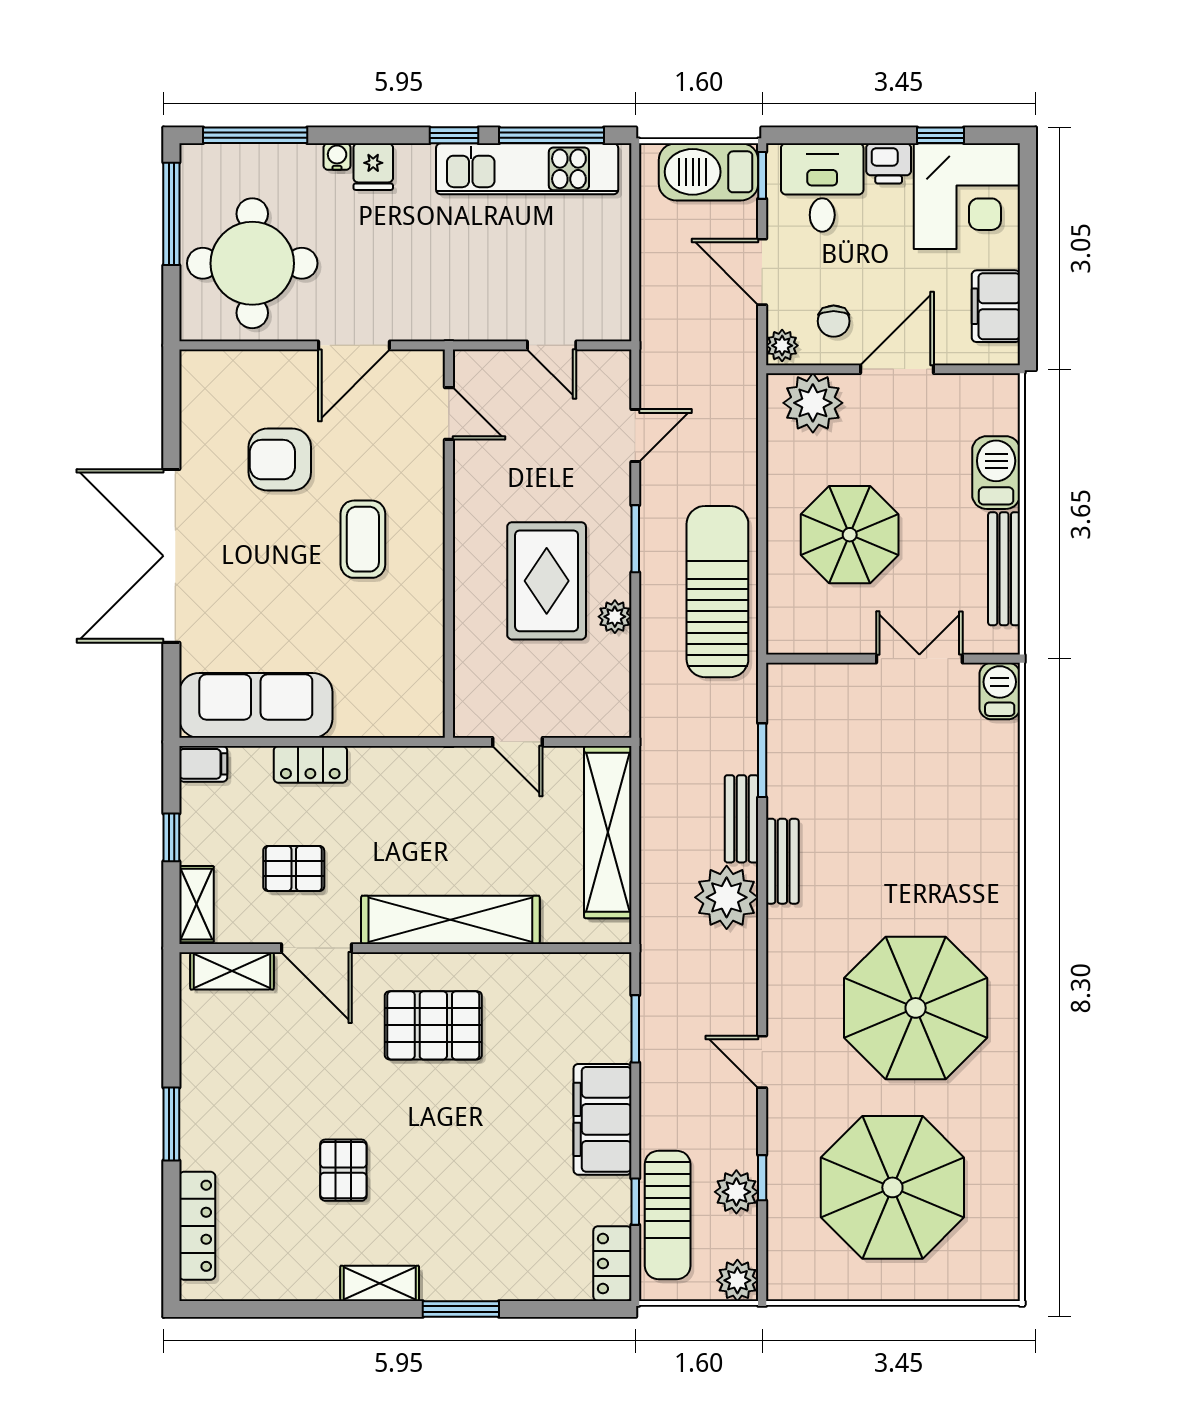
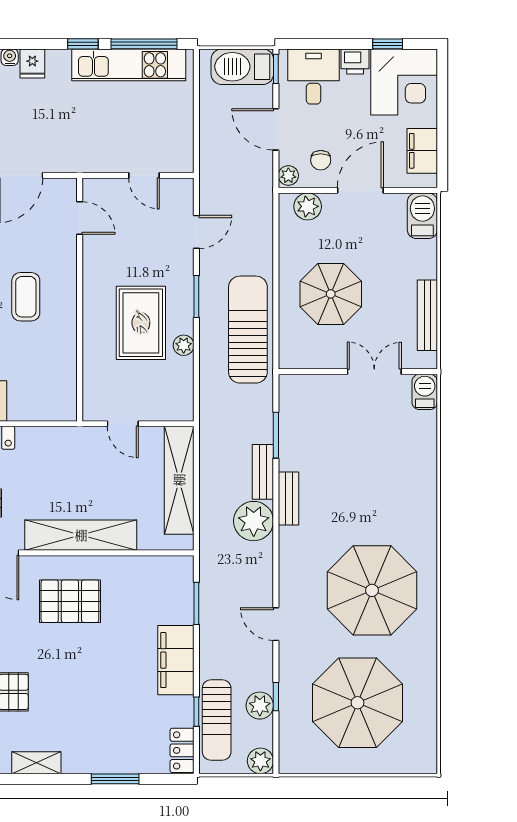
plant: (813, 403) -> (308, 206), width x0.73, depth x0.73
barbecue: (996, 473) -> (422, 216), moved
window: (461, 1309) -> (115, 779), moved

